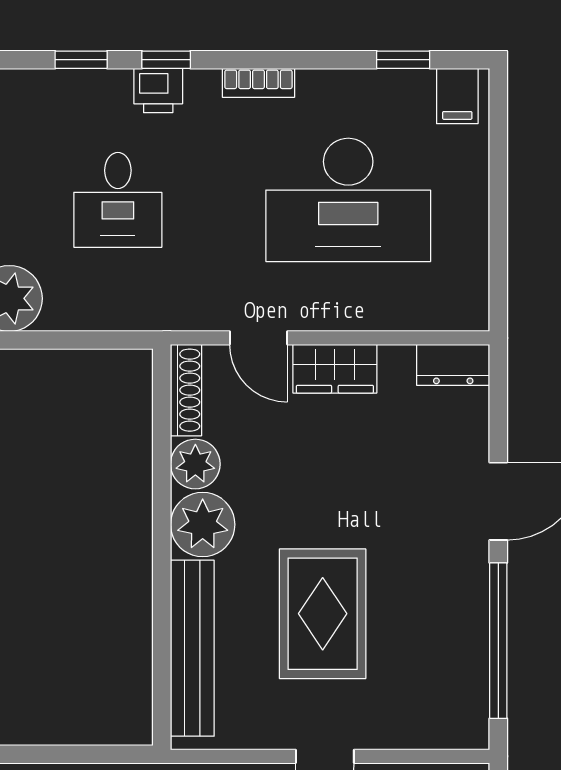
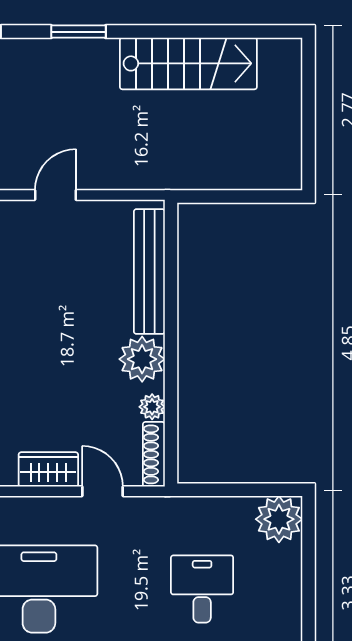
plant: (195, 464) -> (152, 407), width x0.73, depth x0.73
rug: (323, 614) -> (57, 296), removed

